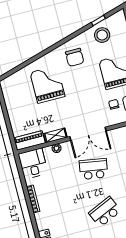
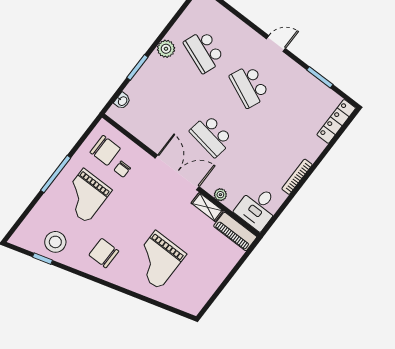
chair: (75, 57) -> (104, 253), turned -90
school desk: (105, 212) -> (249, 86), turned 48

